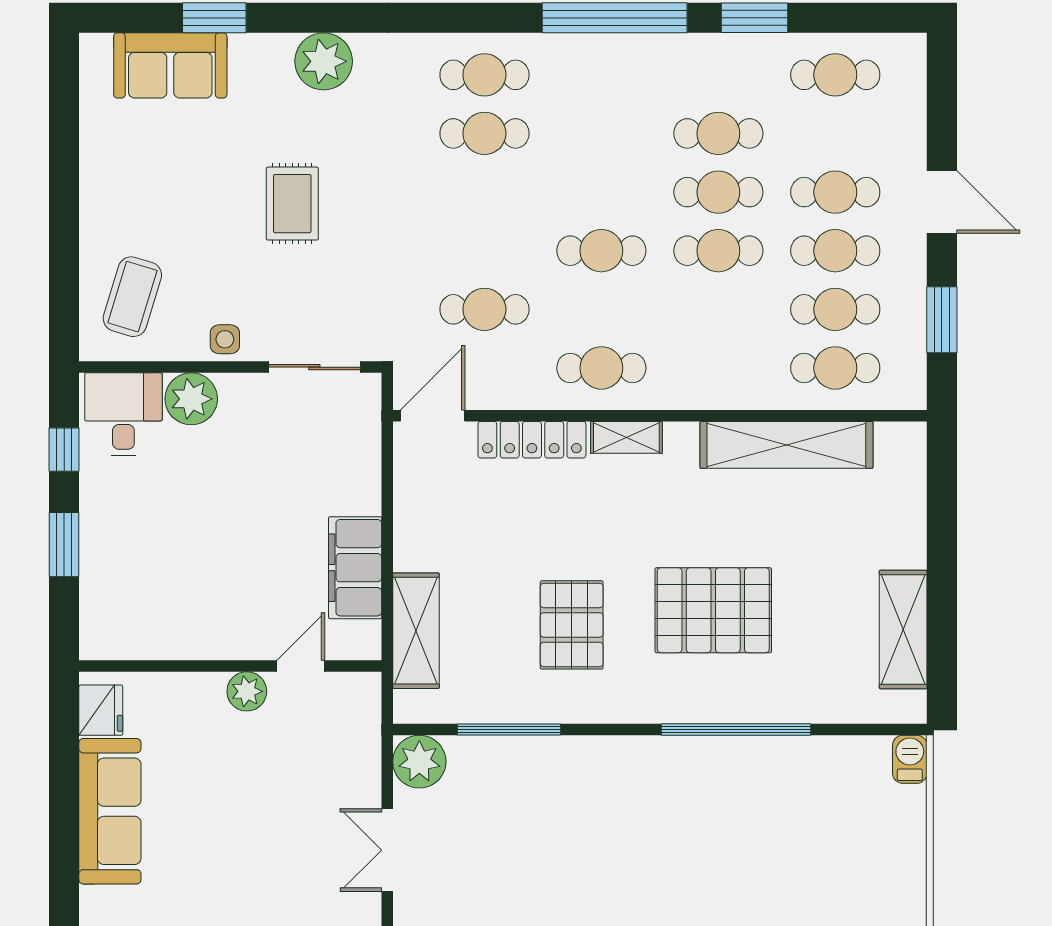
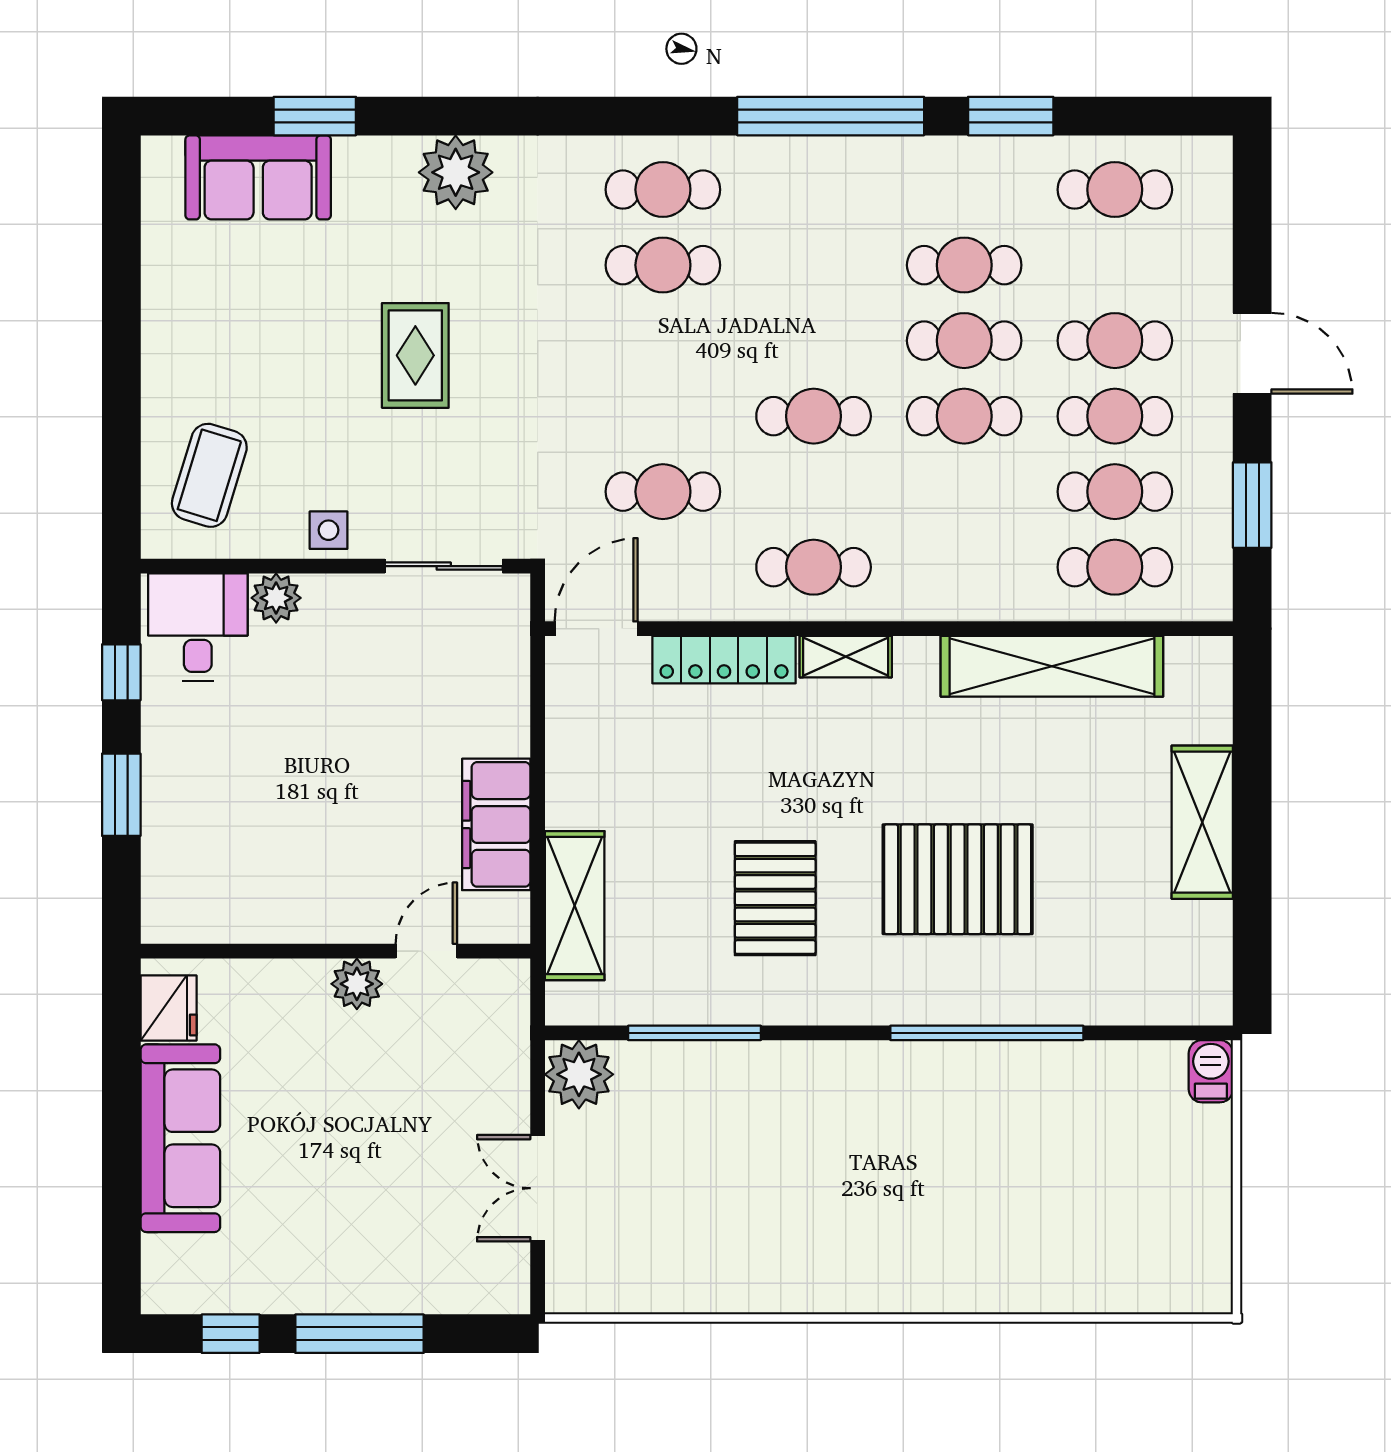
plant: (191, 399) -> (276, 598), width x0.73, depth x0.73
shelving: (903, 629) -> (1202, 822), moved

